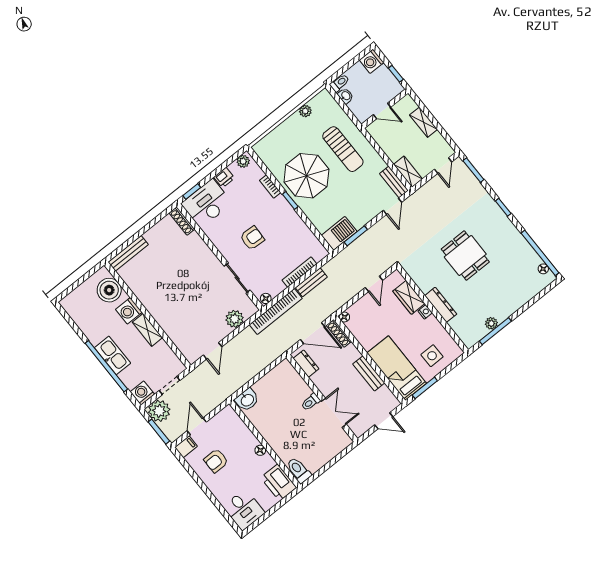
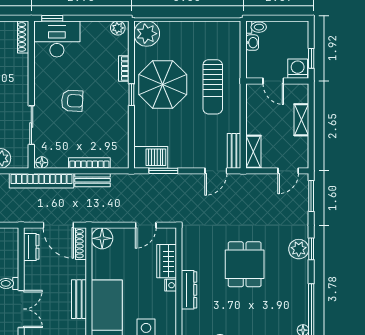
washing machine: (372, 61) -> (298, 69), moved, turned 90
plant: (305, 111) -> (147, 34), moved, width x1.88, depth x1.88
printer: (224, 178) -> (90, 29), removed
plant: (495, 214) -> (299, 249), added
floor lamp: (344, 317) -> (102, 238), width x1.89, depth x1.89

